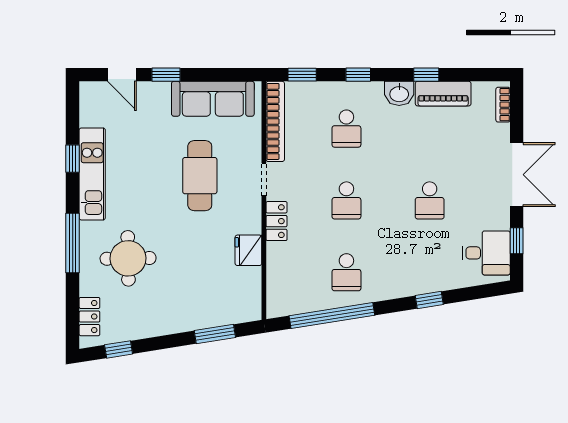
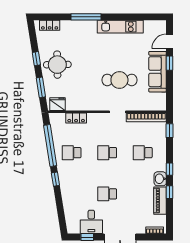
window: (358, 75) -> (169, 169), moved
sofa: (213, 99) -> (158, 72), moved
window: (73, 159) -> (128, 17), removed
locker: (277, 221) -> (76, 118), moved
fridge: (248, 250) -> (58, 104), moved
desk: (486, 253) -> (91, 222), moved
round table: (128, 258) -> (57, 65), moved
window: (429, 300) -> (55, 179), moved
window: (119, 349) -> (36, 59), moved

